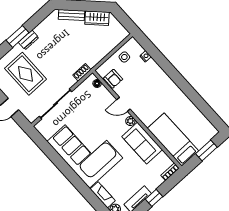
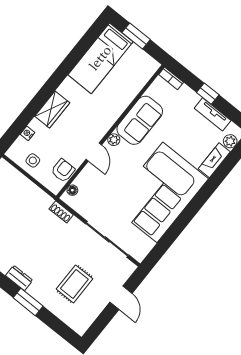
dresser: (29, 40) -> (19, 278), moved
rug: (26, 74) -> (74, 284), width x0.73, depth x0.70
wardrobe: (161, 78) -> (52, 109), added
bed: (173, 140) -> (100, 58), moved

